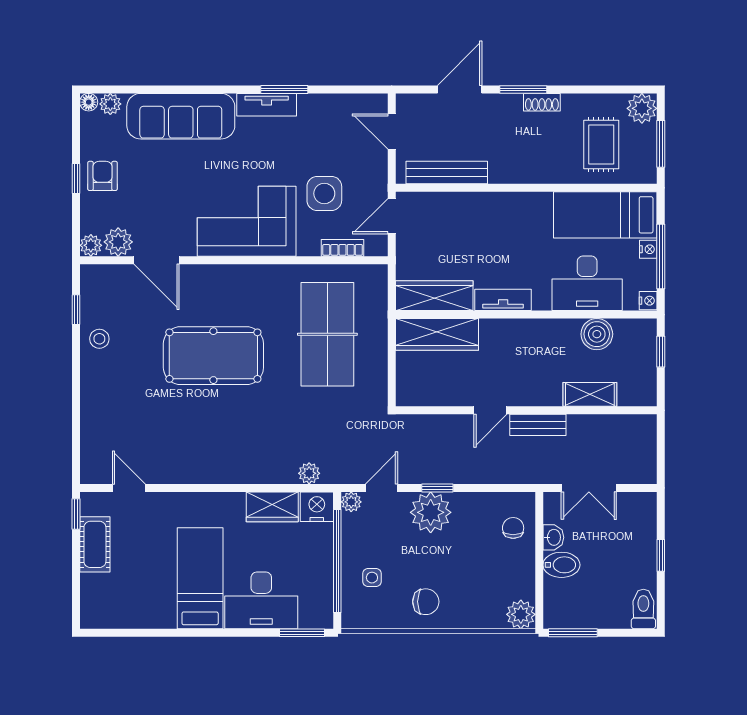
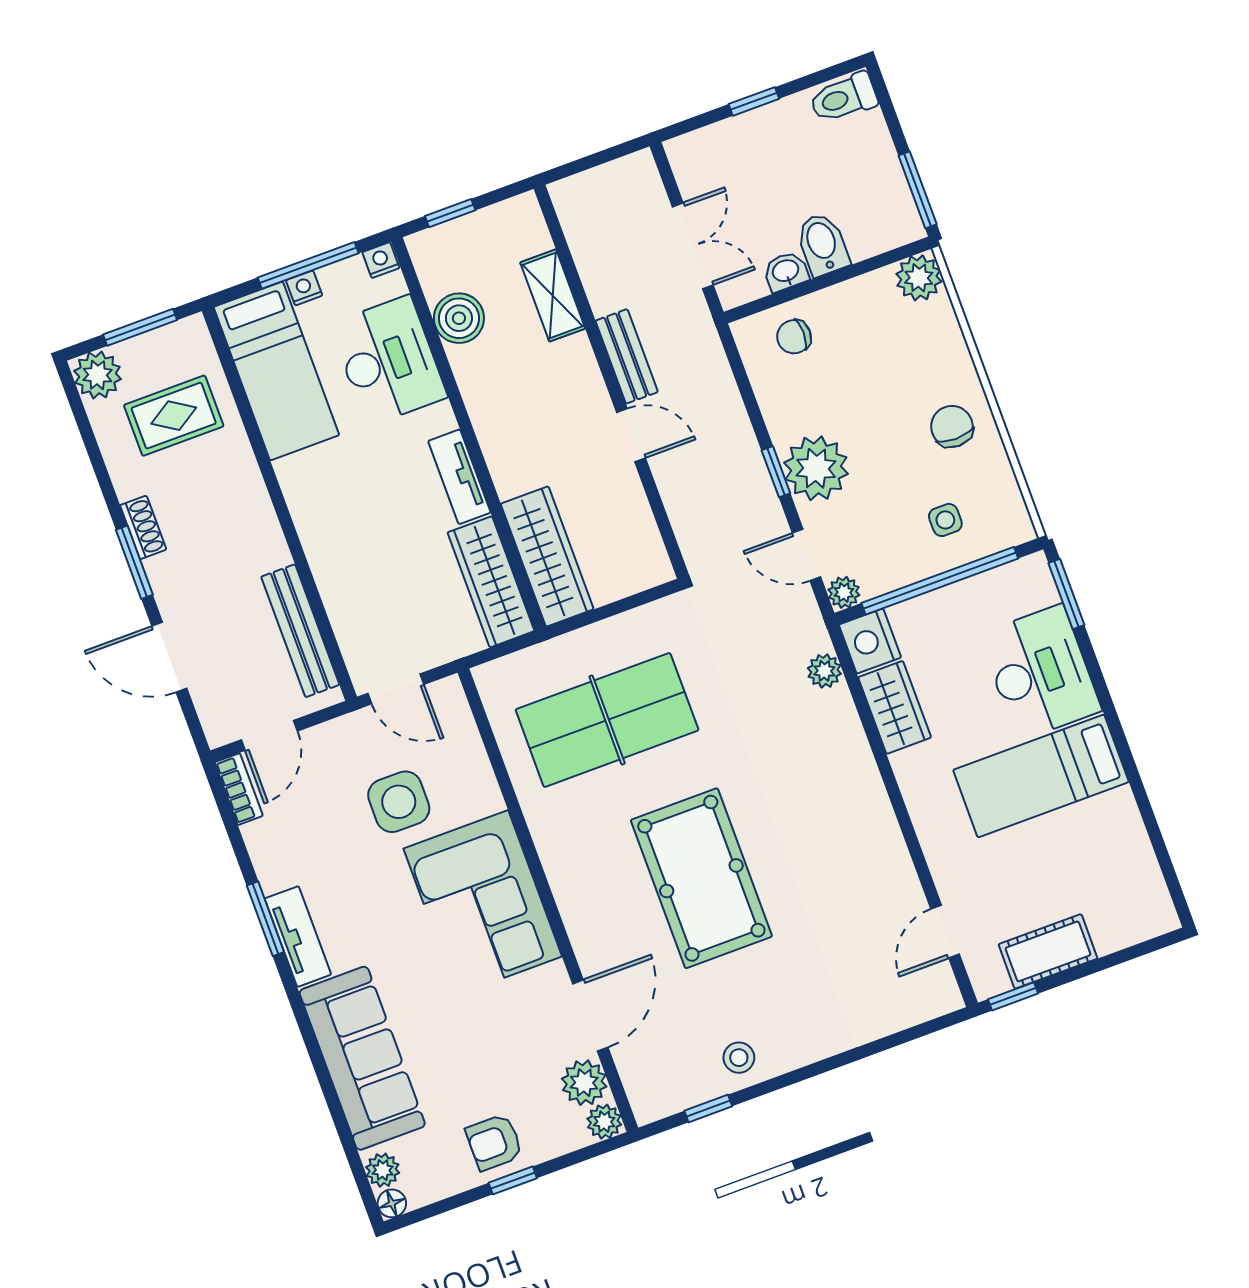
bookcase: (343, 248) -> (239, 789), moved, turned 180

